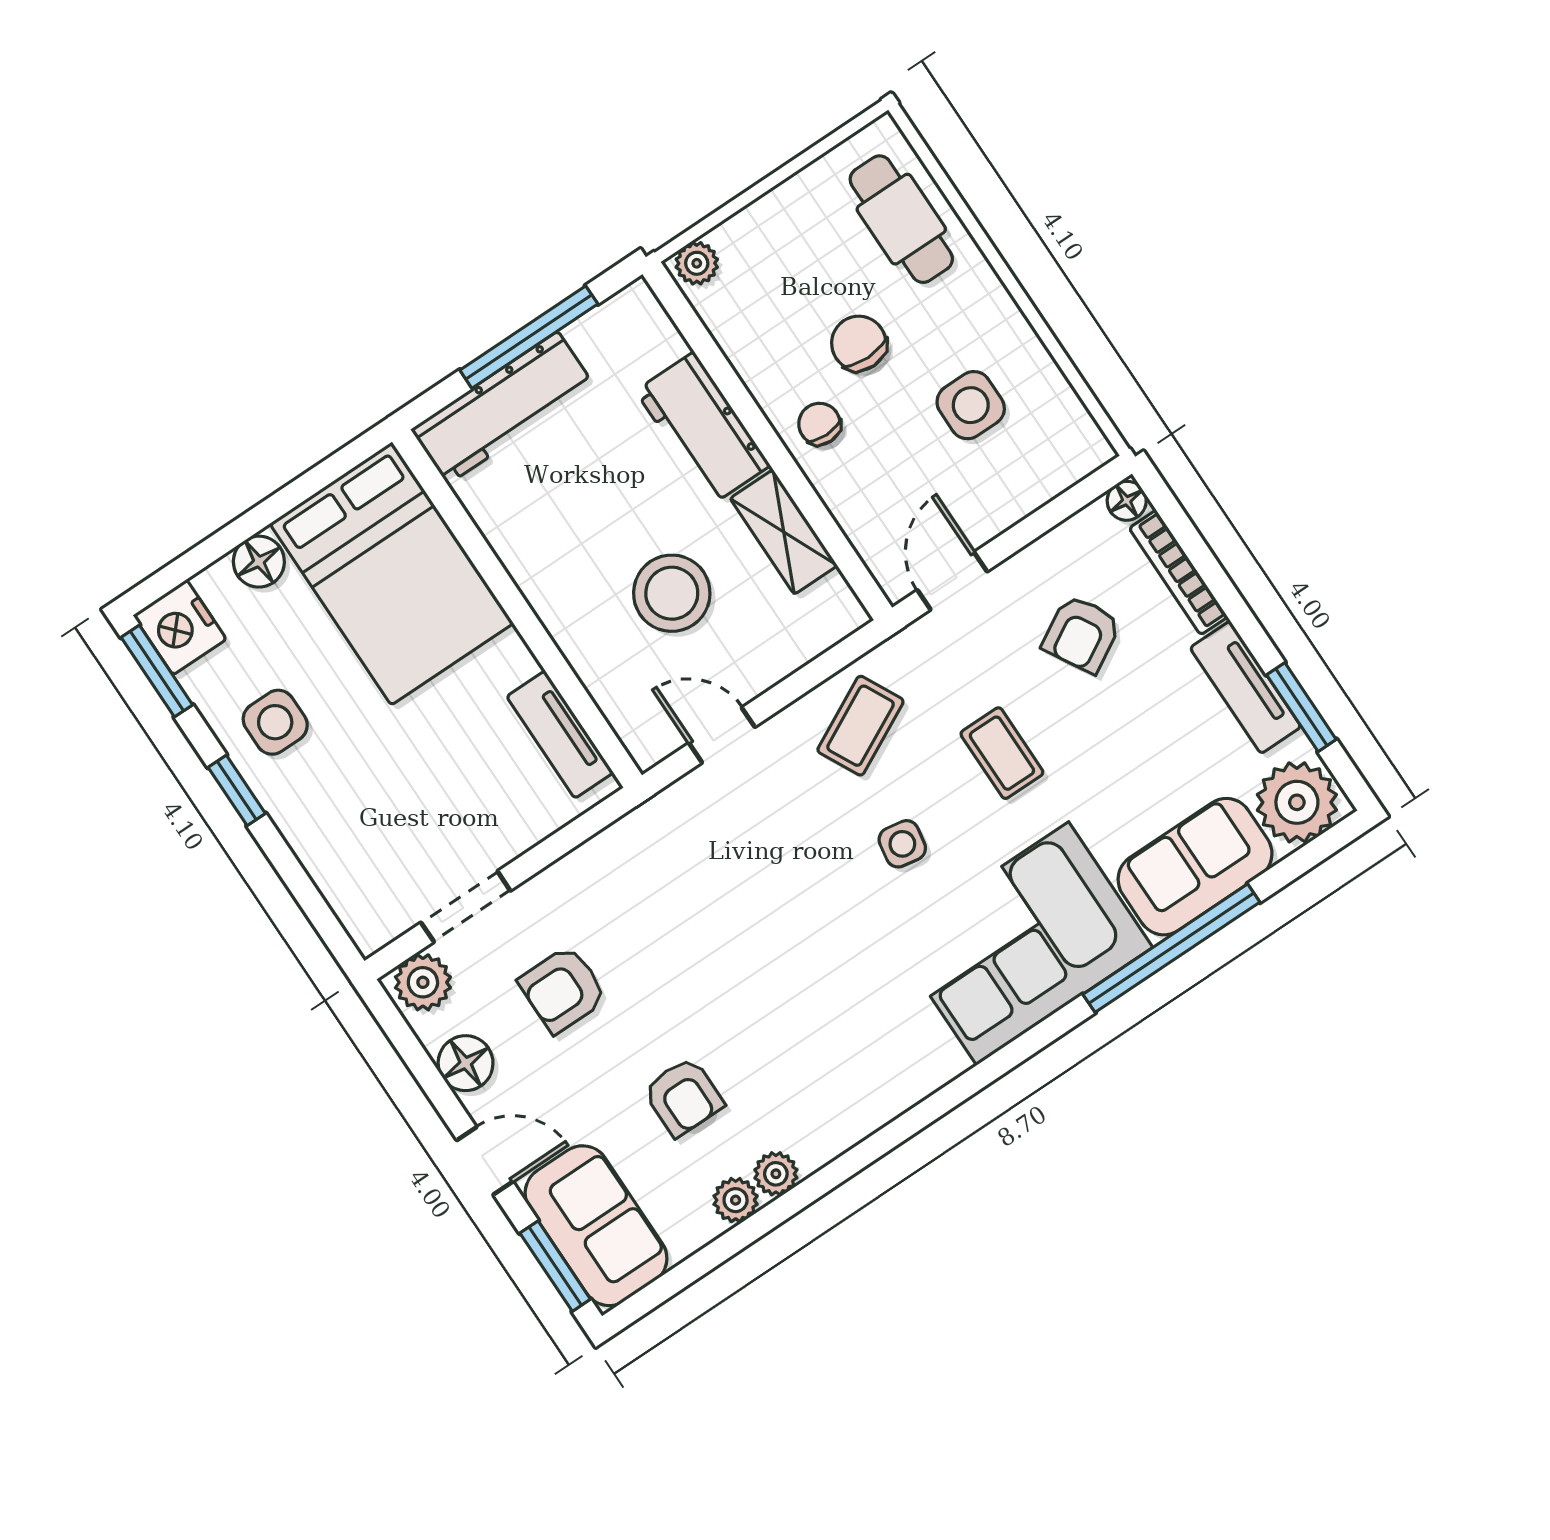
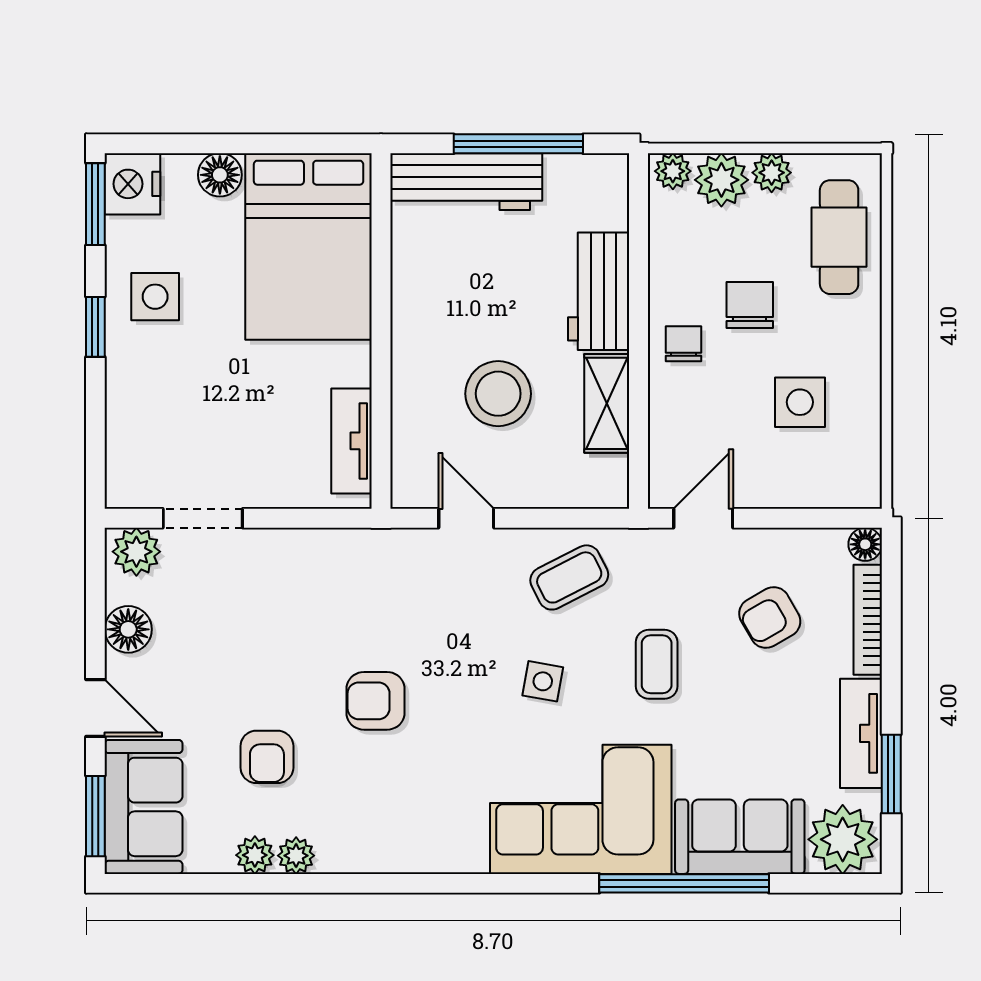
plant: (794, 200) -> (772, 173), added
plant: (750, 240) -> (721, 180), added
armchair: (563, 989) -> (376, 701), moved

